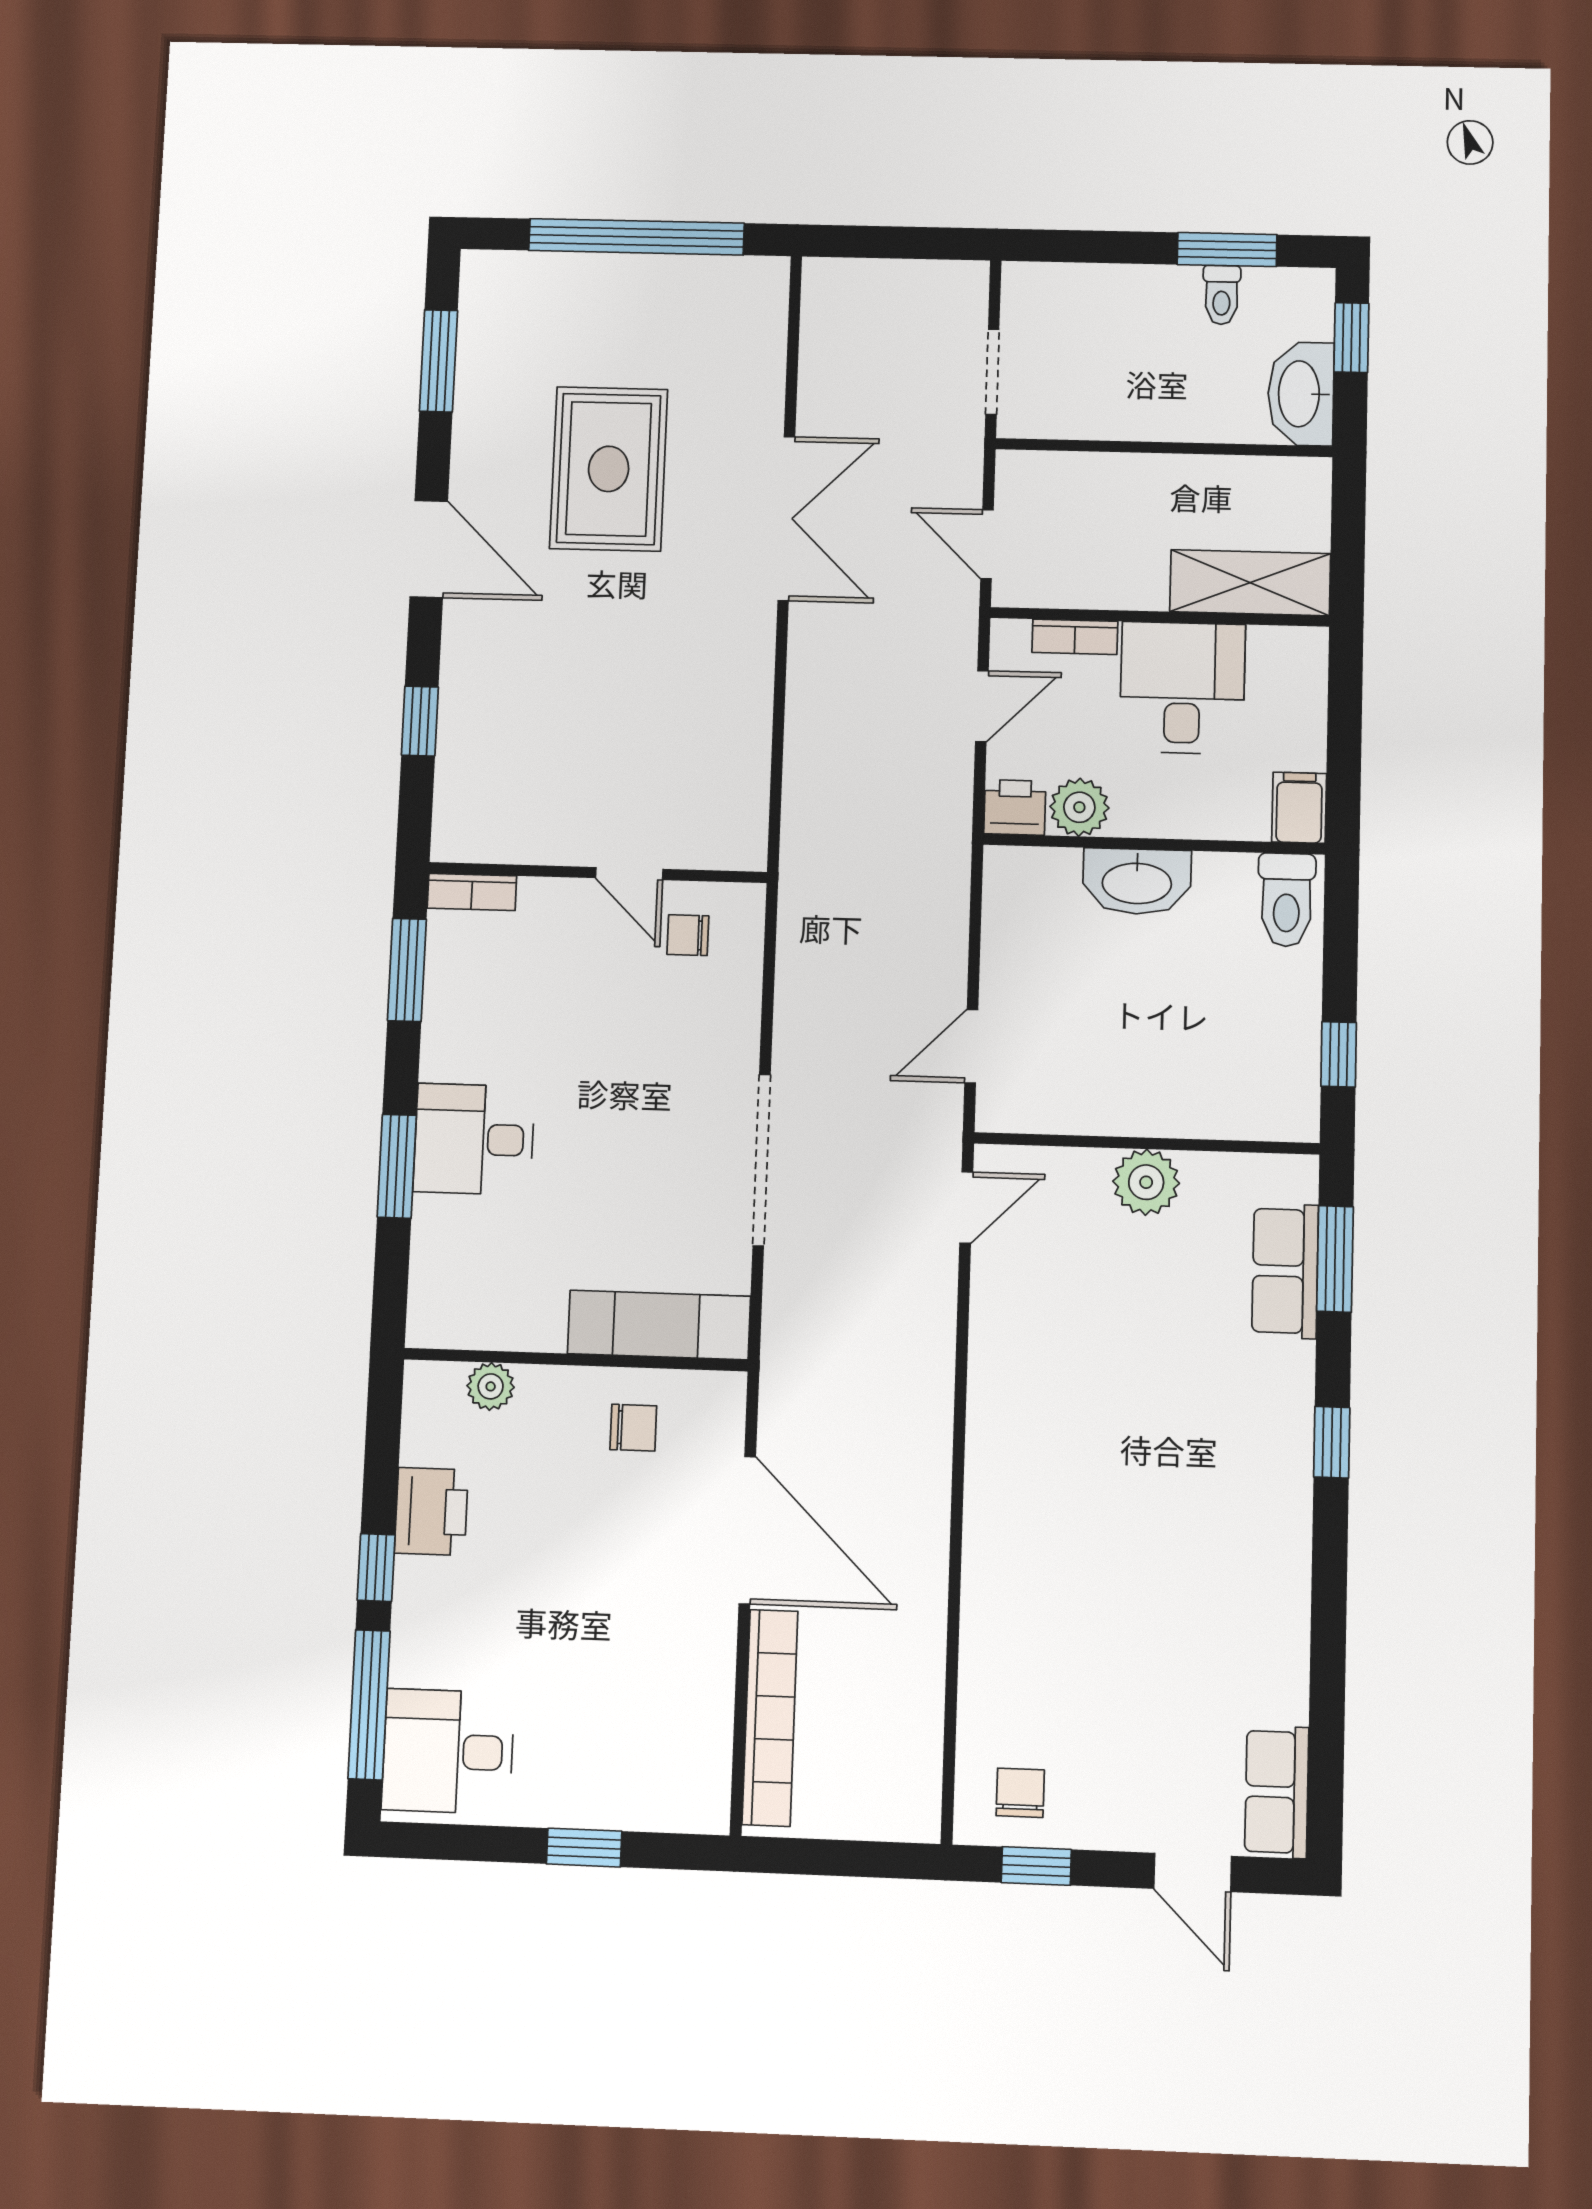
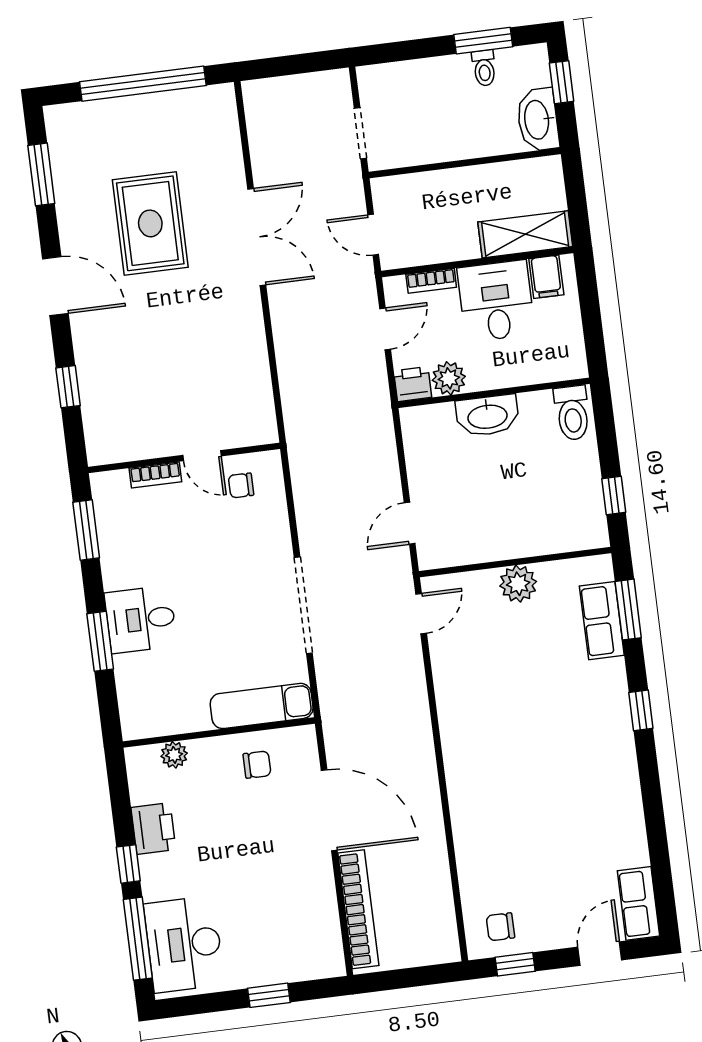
filing cabinet: (1299, 808) -> (546, 277), moved, turned 180
bookcase: (472, 892) -> (155, 475), moved
desk: (448, 1751) -> (184, 944), width x1.37
chair: (1020, 1793) -> (500, 927), turned -90
door: (1193, 1872) -> (600, 954), swing flipped

